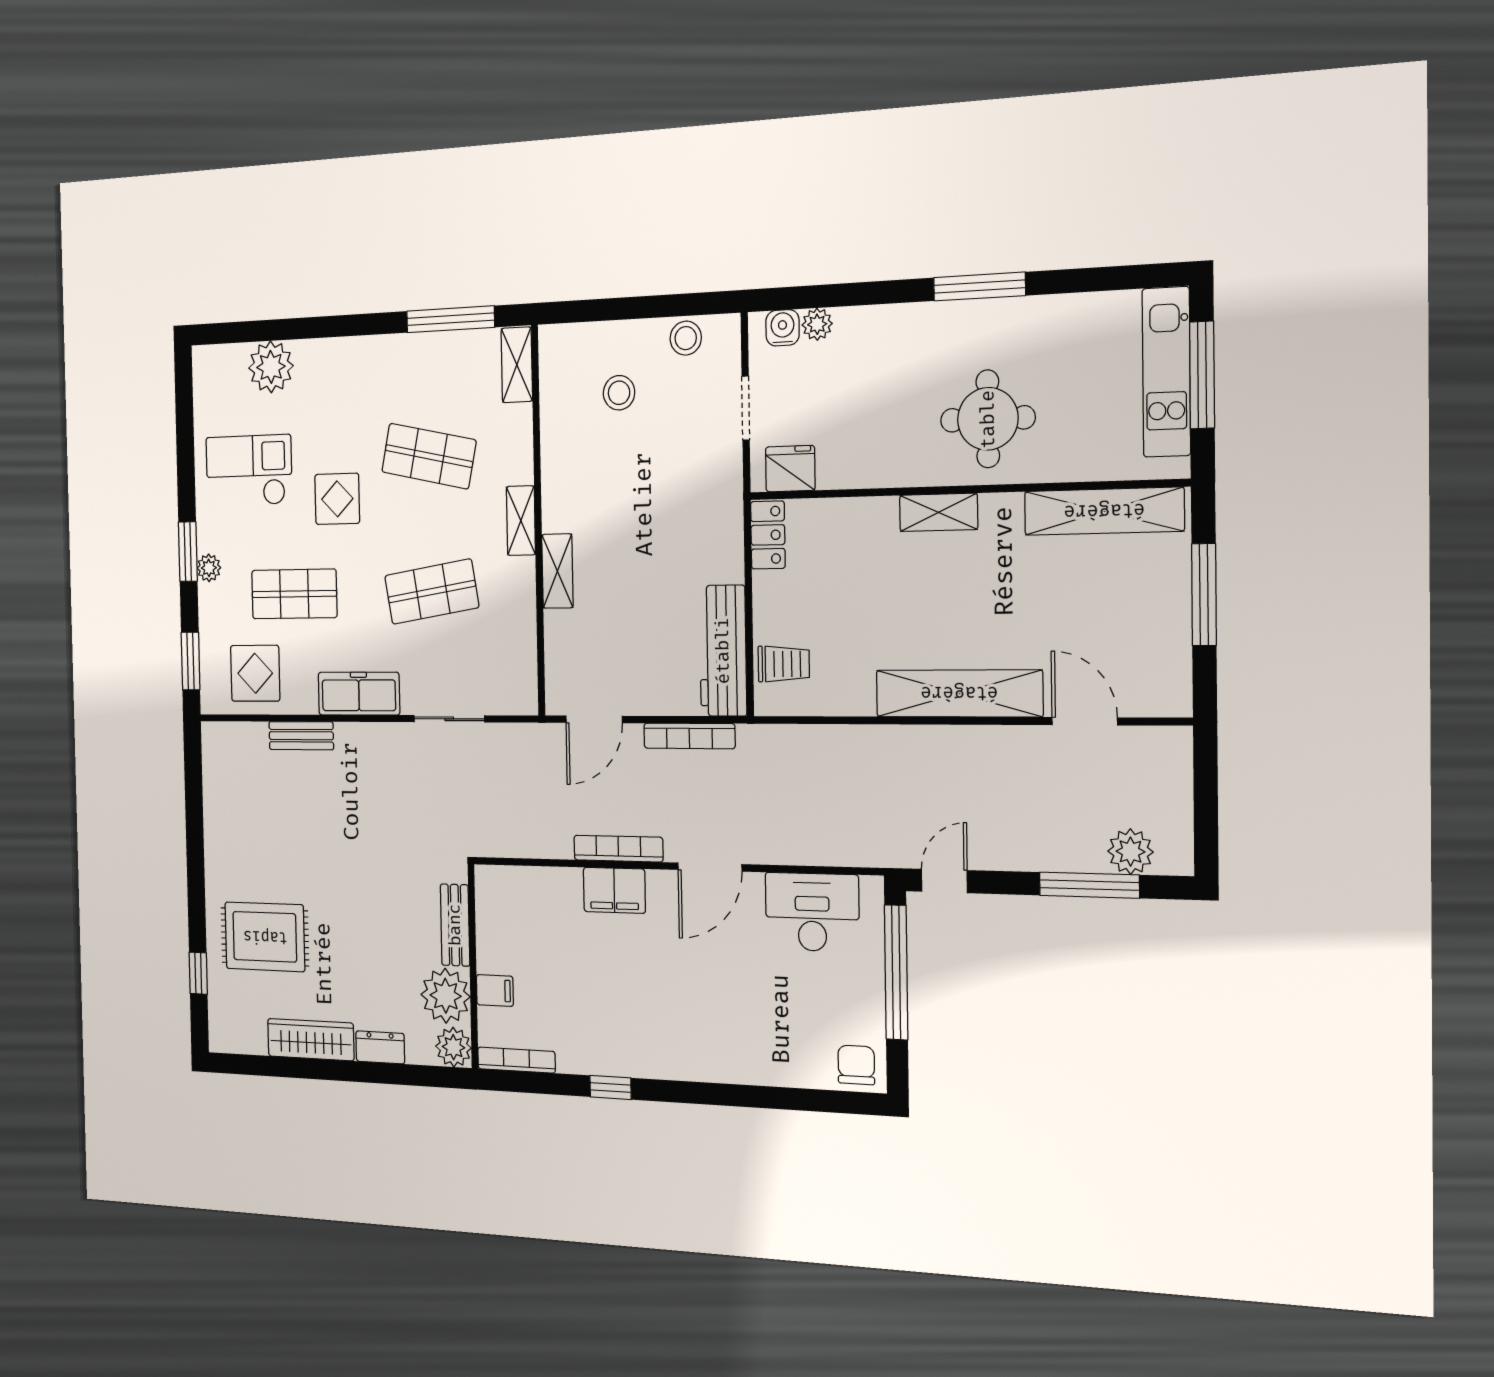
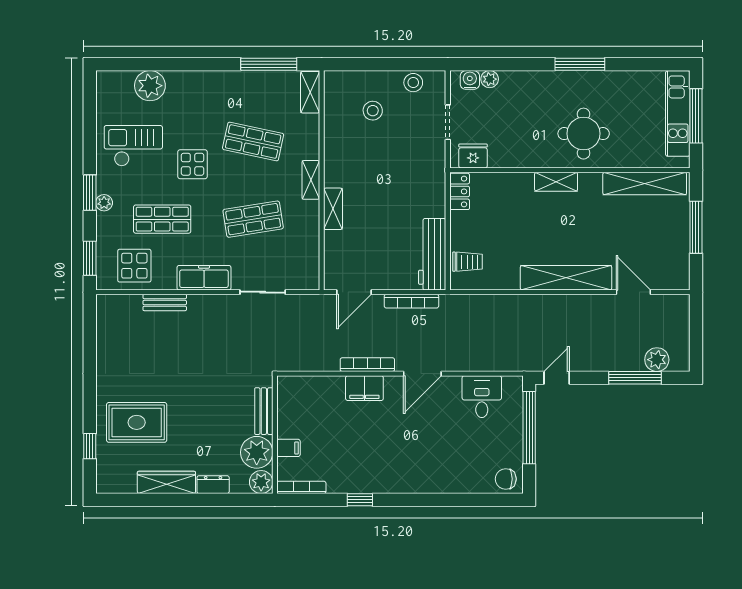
desk: (812, 912) -> (482, 397), width x0.73
chair: (856, 1065) -> (506, 479), turned -90

